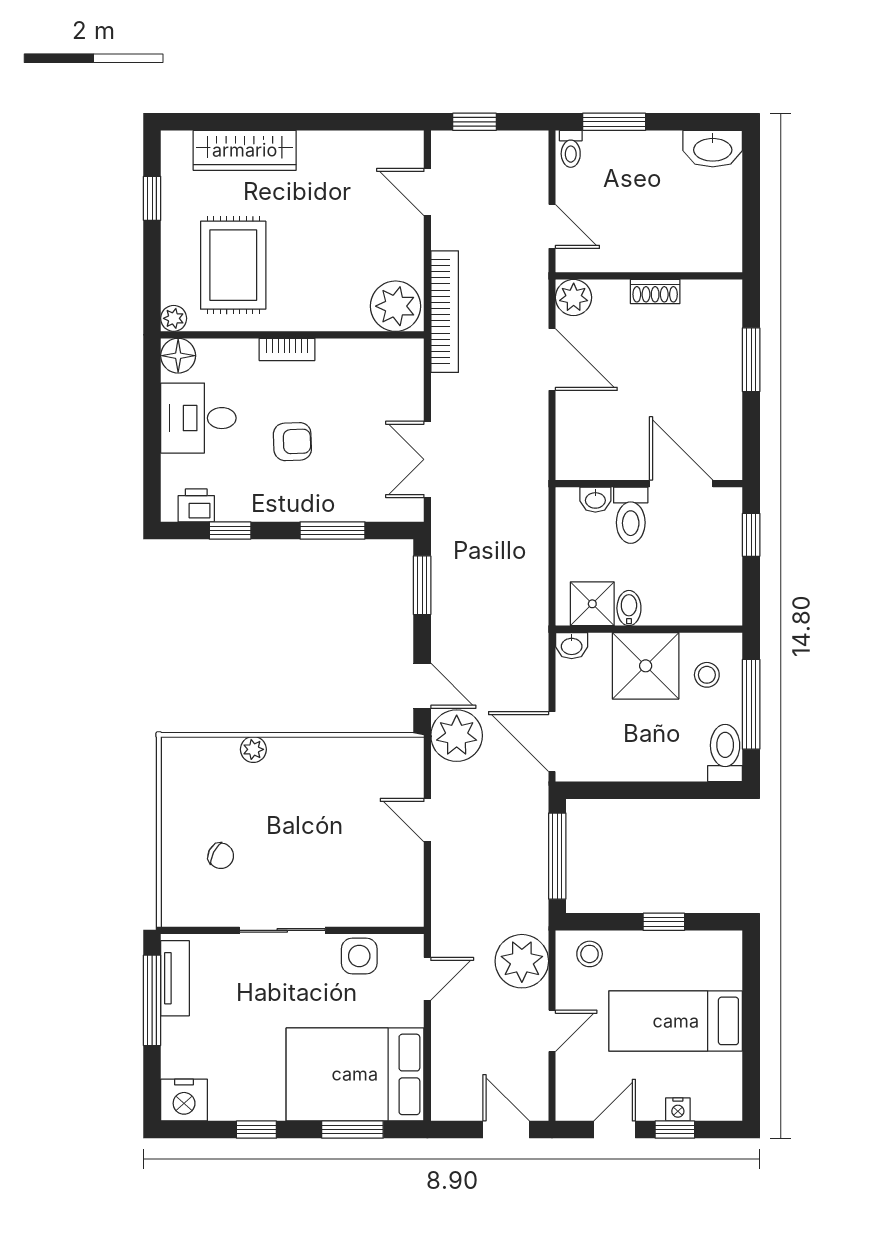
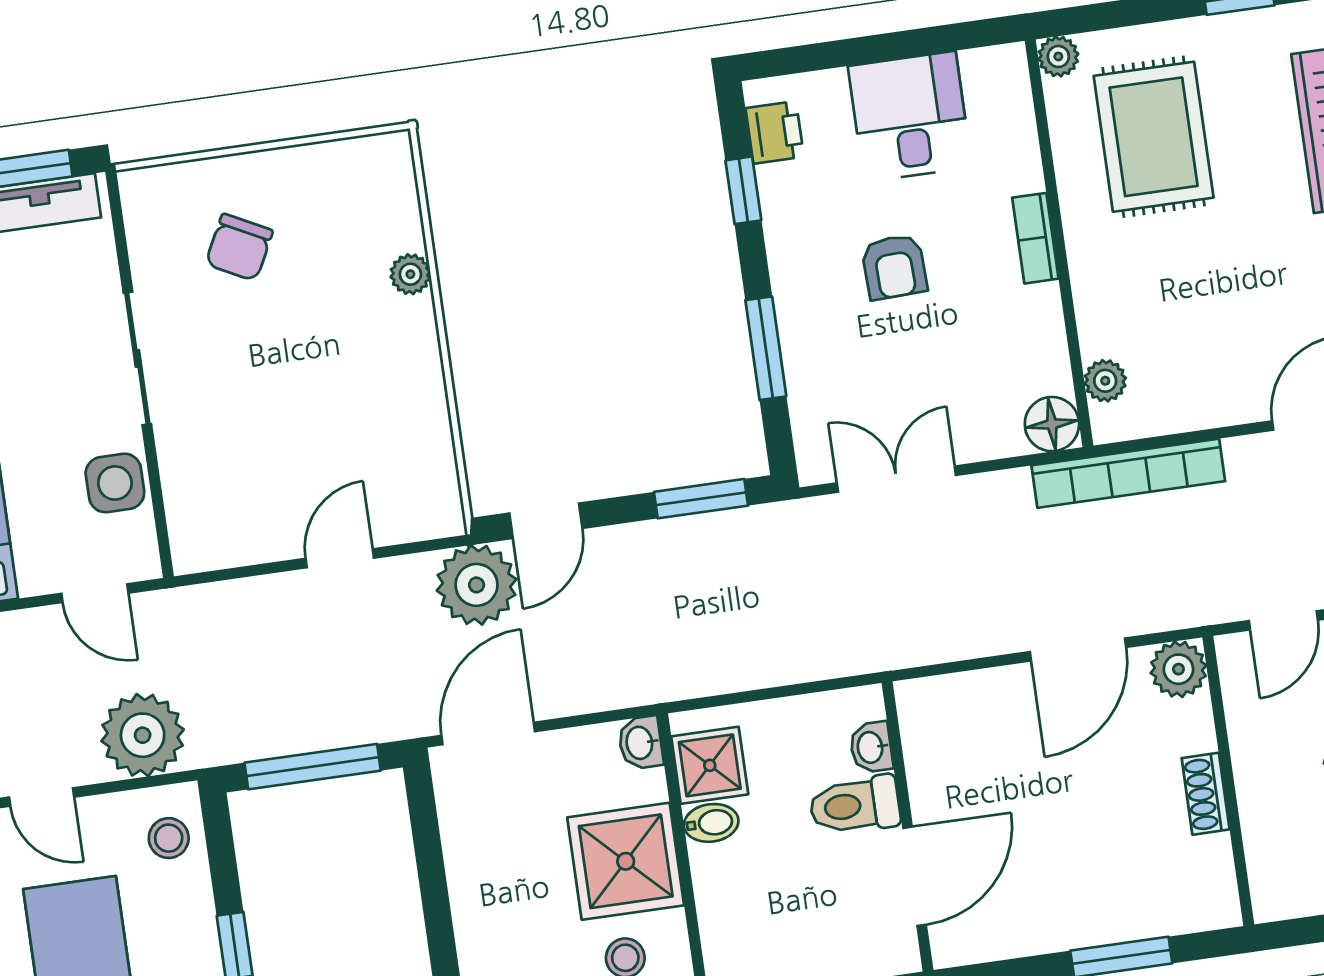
rug: (233, 265) -> (1154, 137), turned 90
plant: (396, 306) -> (1105, 381), width x0.53, depth x0.53
floor lamp: (178, 356) -> (1052, 424), moved
chair: (221, 856) -> (239, 247), width x1.37, depth x1.37

